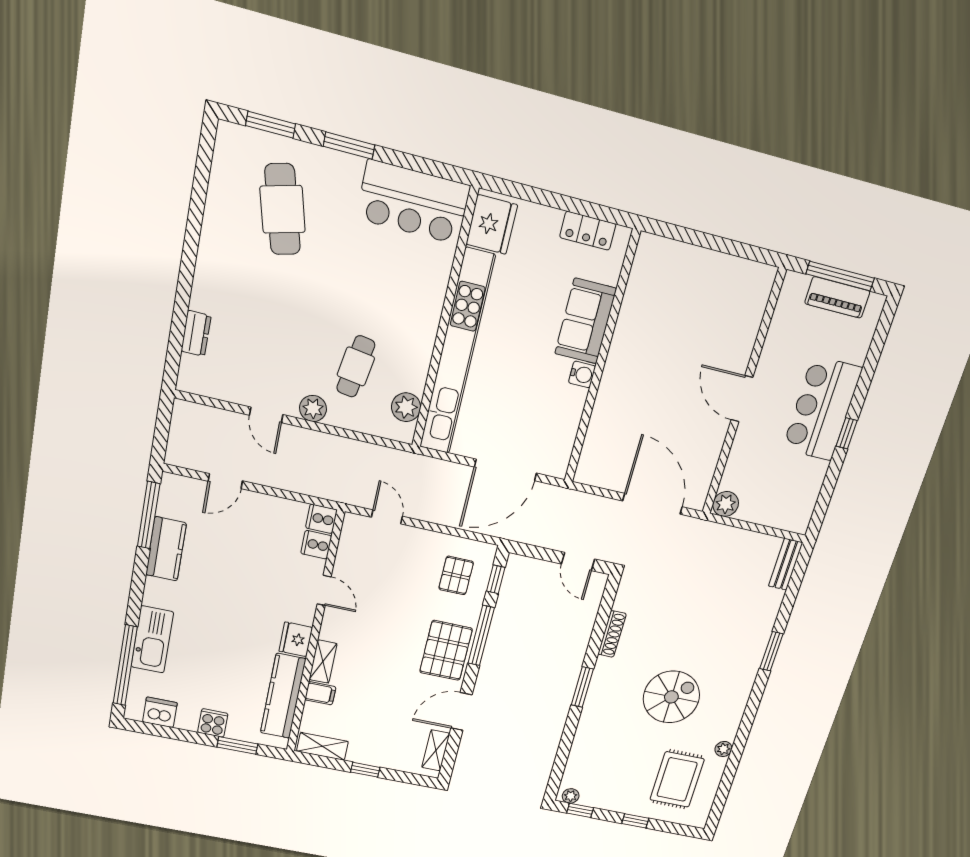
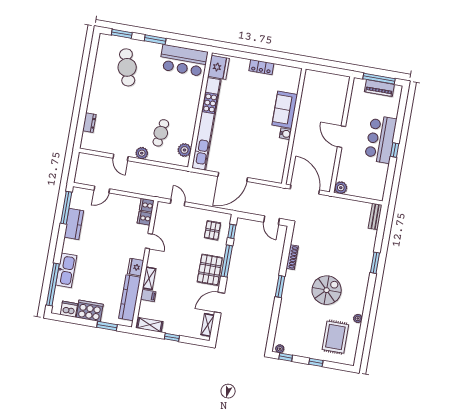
sofa: (586, 321) -> (285, 110), moved
wall: (602, 359) -> (294, 126), moved
water cooler: (582, 374) -> (285, 134), moved
cooker: (213, 723) -> (90, 311), width x1.87, depth x1.31

